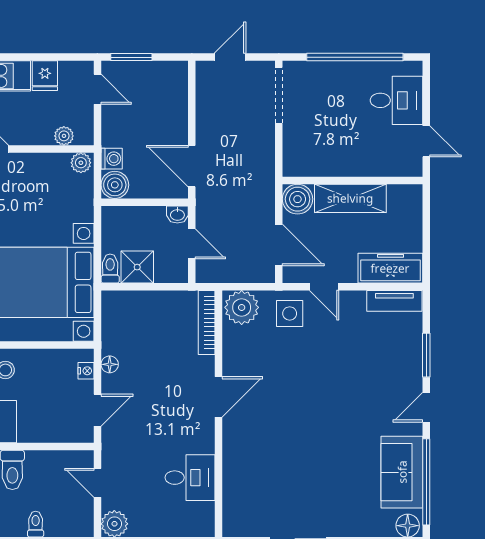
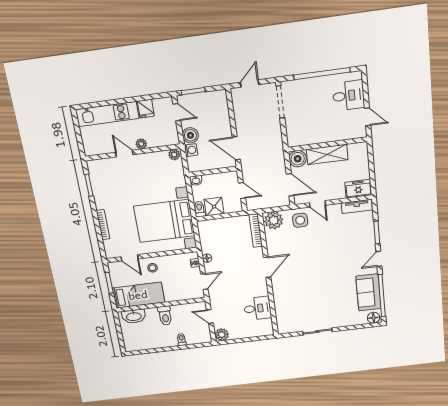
plant: (64, 136) -> (141, 144), moved
boiler: (115, 185) -> (190, 135), moved
washbasin: (177, 215) -> (196, 180), moved
freezer: (390, 268) -> (358, 189), width x0.71

